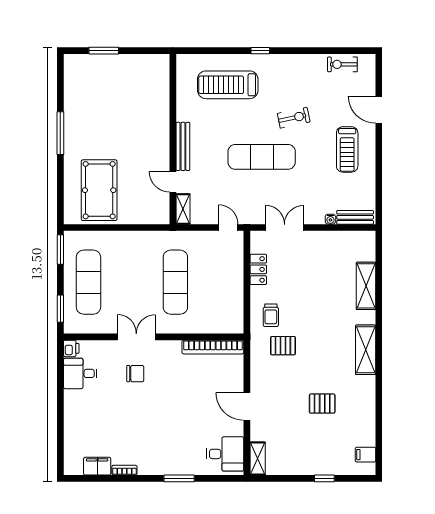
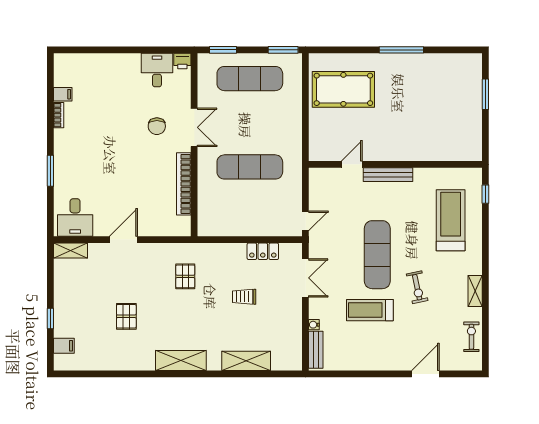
window: (260, 51) -> (485, 194), moved
treadmill: (347, 149) -> (370, 310), moved
shelving: (183, 209) -> (475, 291), moved, turned 90
trolley: (271, 315) -> (244, 297), moved
bookcase: (213, 347) -> (184, 184), moved
filing cabinet: (365, 455) -> (64, 346), moved, turned 90
filing cabinet: (97, 466) -> (63, 94), width x0.50

